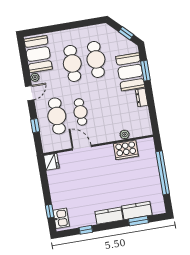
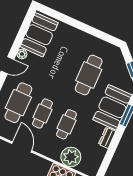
cafe table: (72, 63) -> (67, 124), moved, width x0.73, depth x0.74
plant: (125, 134) -> (71, 157), width x1.87, depth x1.87

